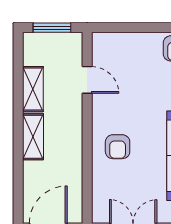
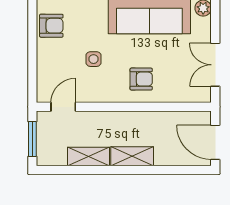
door: (87, 80) -> (63, 107), moved
side table: (139, 95) -> (93, 59), added

